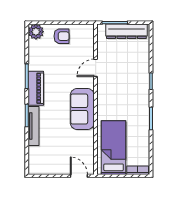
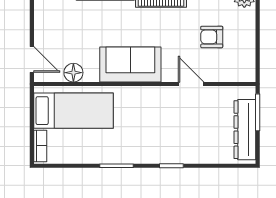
armchair: (62, 36) -> (212, 37), moved, turned 90
floor lamp: (88, 148) -> (73, 73), added
door: (79, 176) -> (32, 59), hinge flipped

